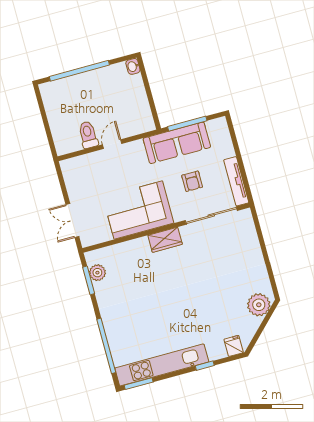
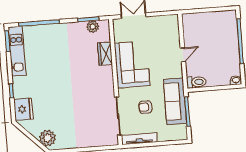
toilet: (88, 135) -> (196, 82), moved
door: (112, 144) -> (183, 55), hinge flipped
wardrobe: (165, 240) -> (105, 54), moved
fridge: (234, 346) -> (23, 109), width x1.88, depth x1.34
kitchen unit: (162, 365) -> (17, 51), width x0.73

